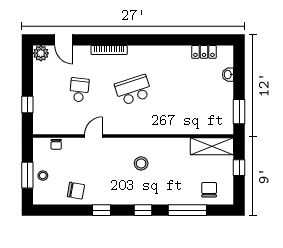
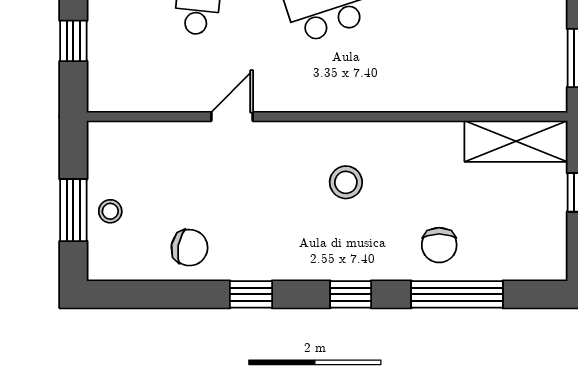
chair: (56, 144) -> (142, 136), removed
chair: (209, 190) -> (439, 245), moved, turned 180

